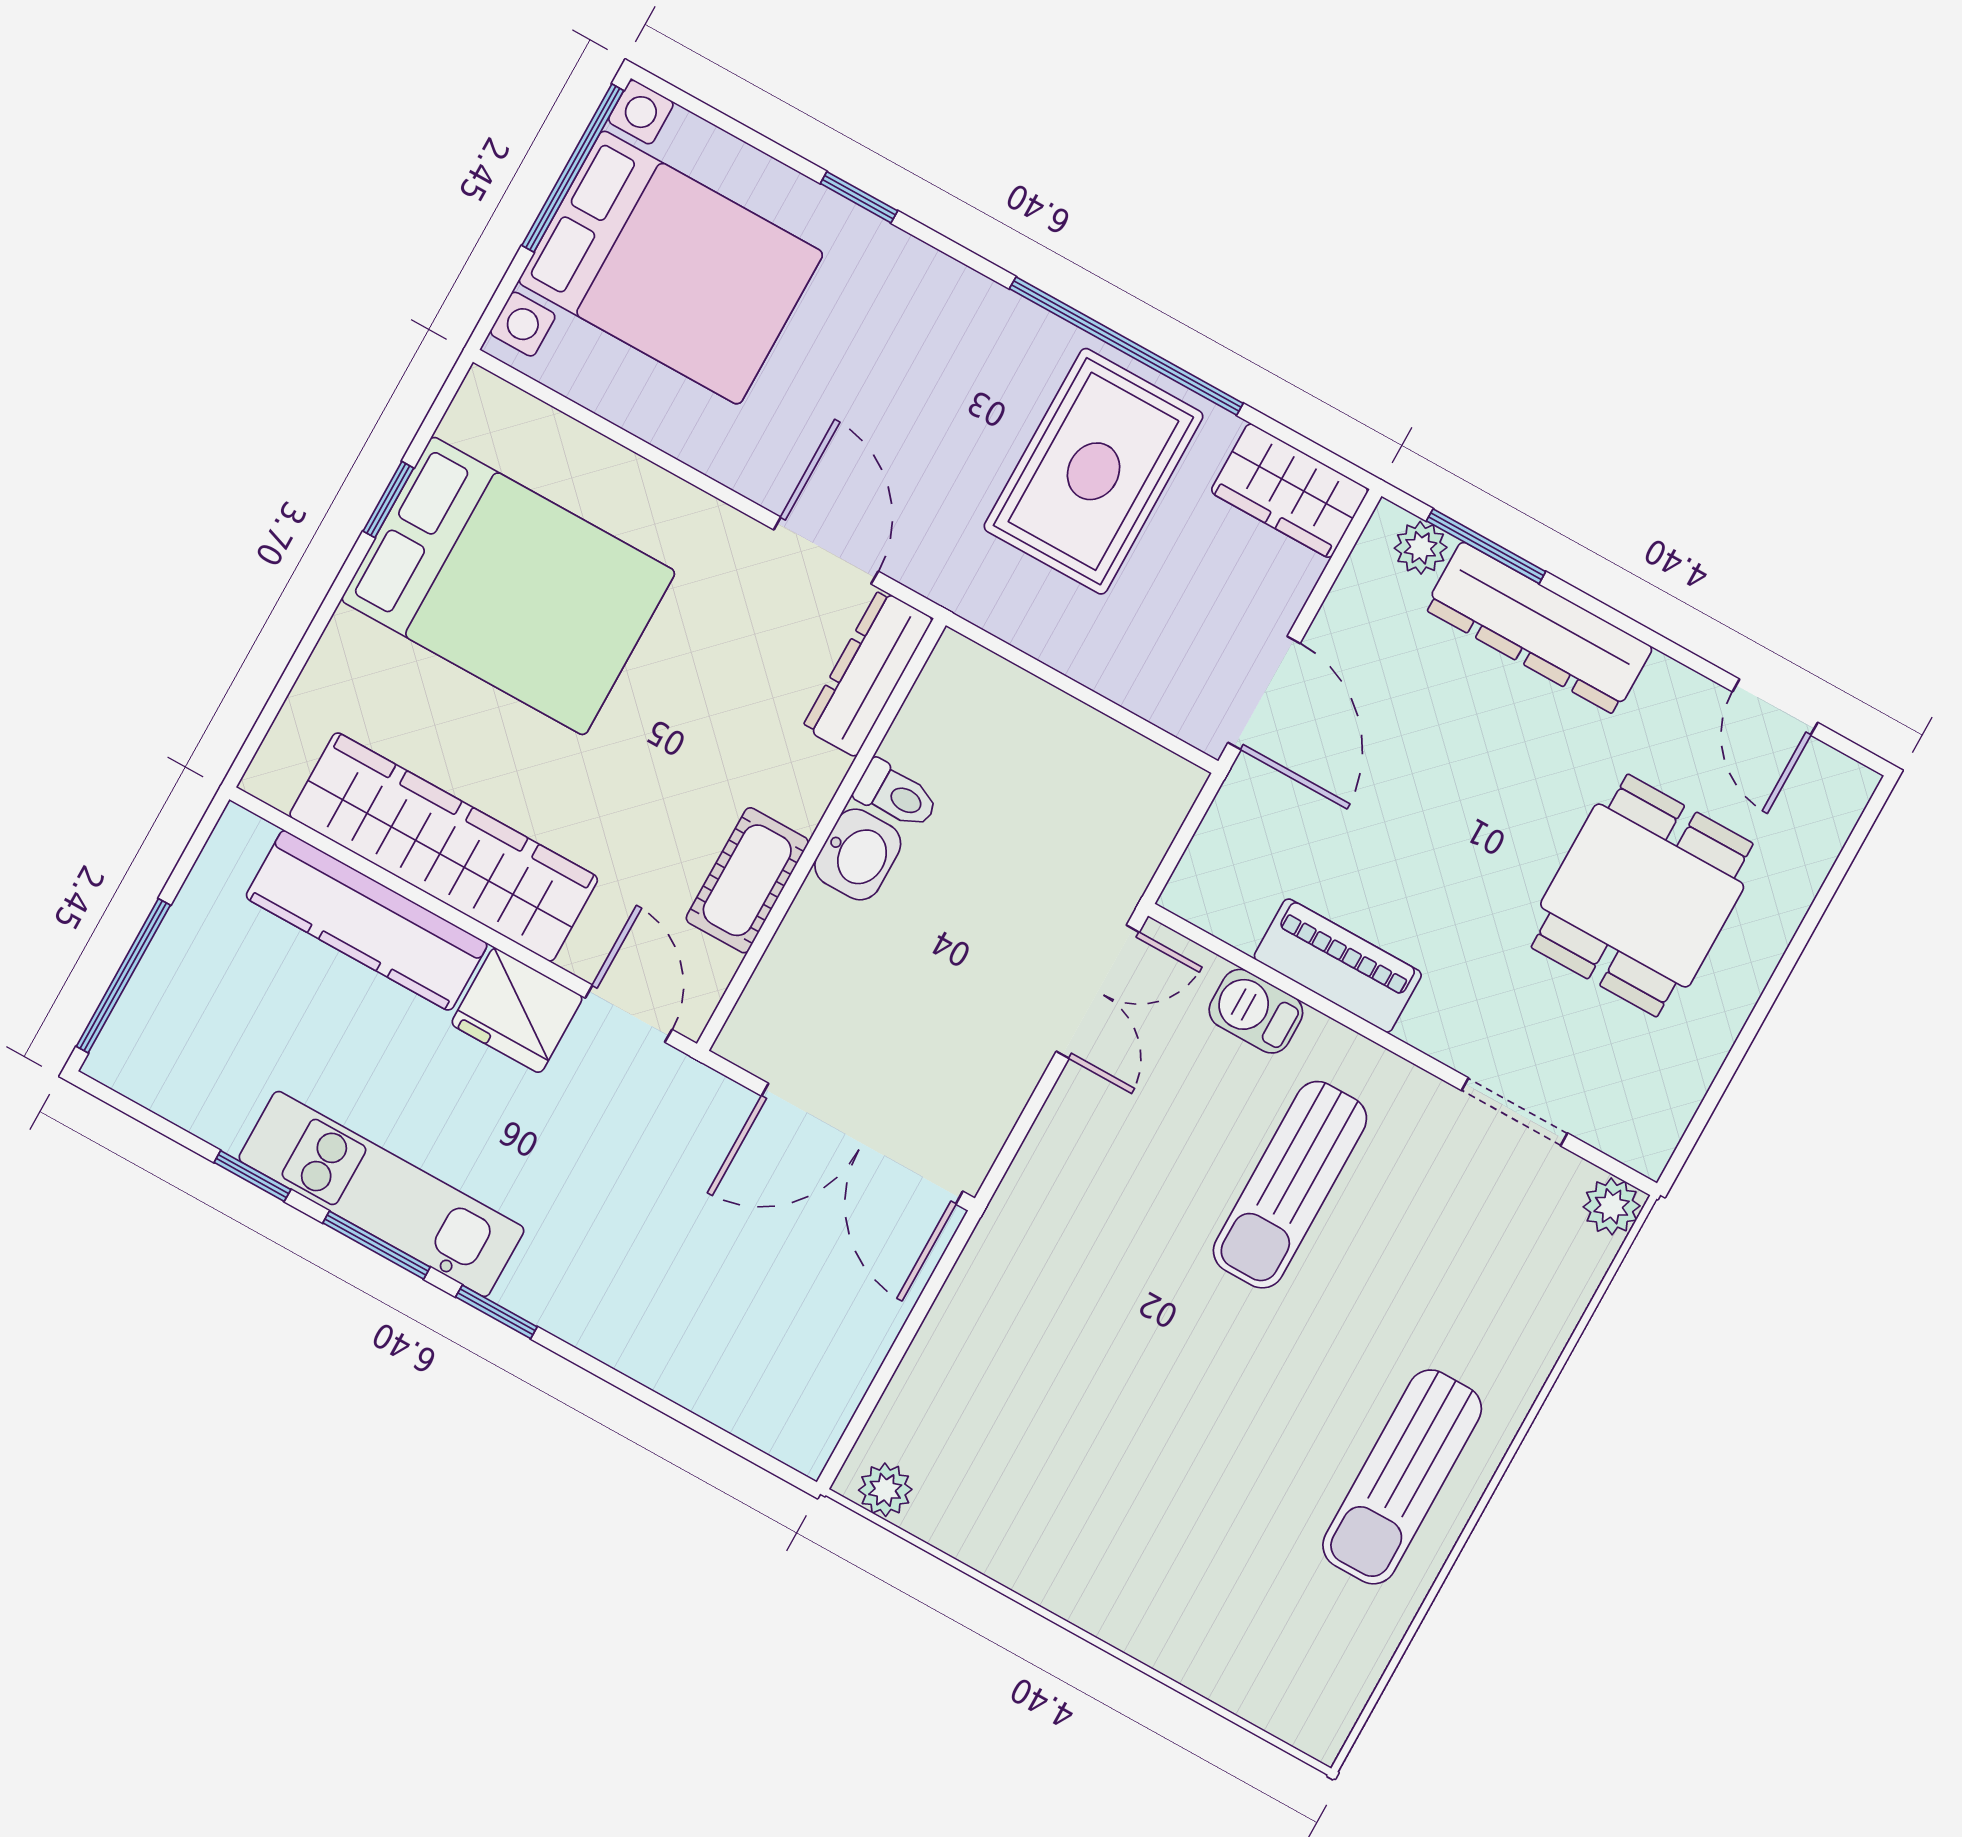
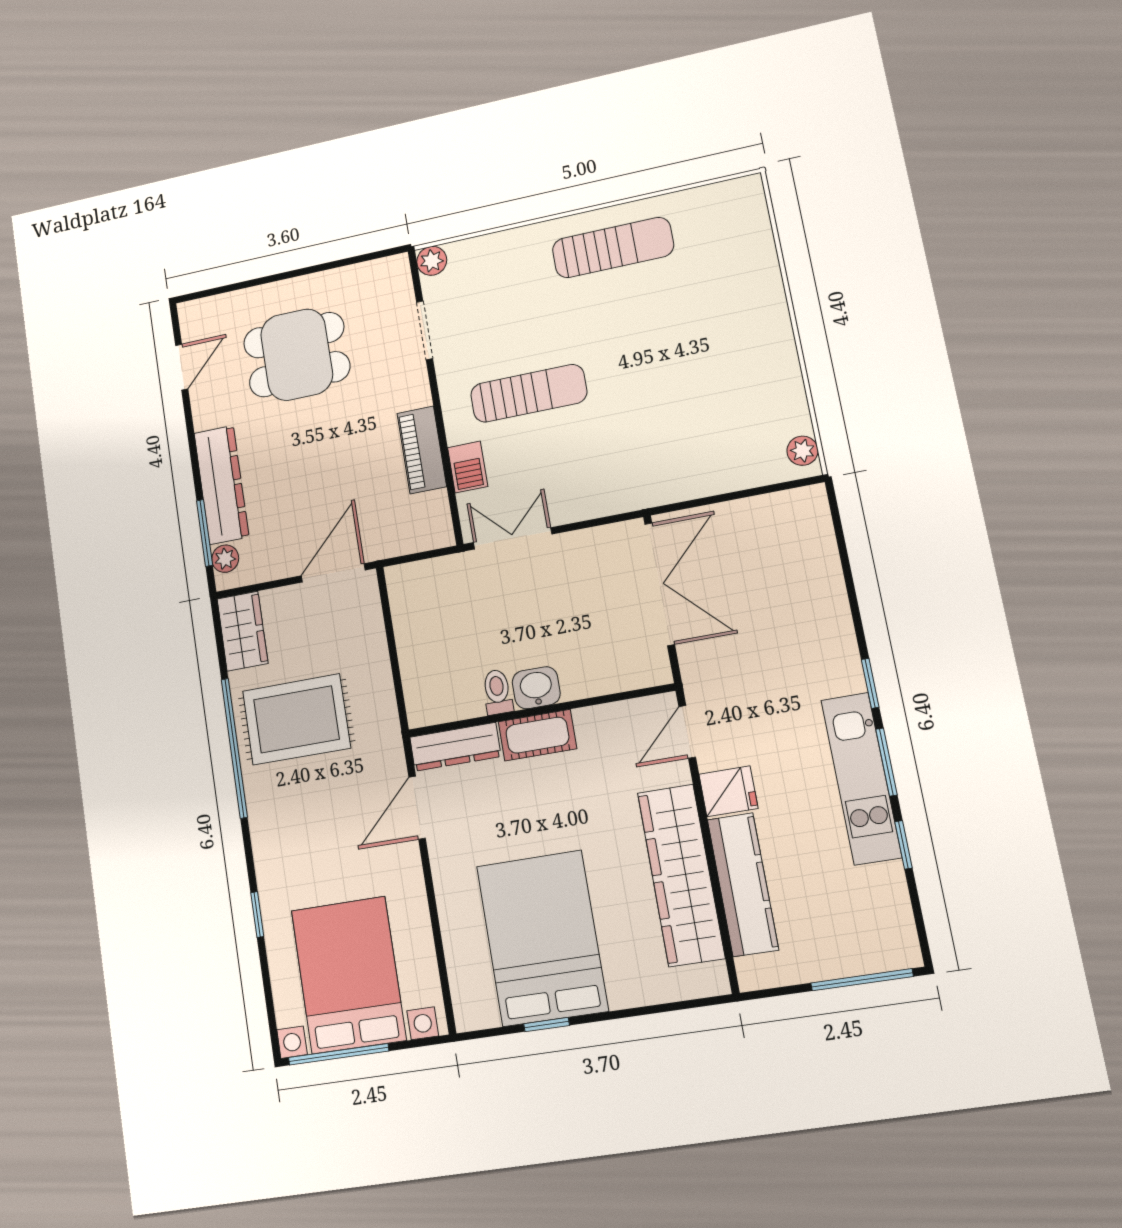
cot: (747, 880) -> (537, 735), moved
fridge: (517, 1010) -> (728, 791), width x0.72

